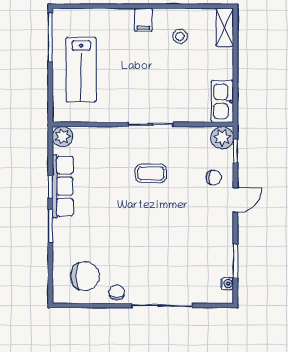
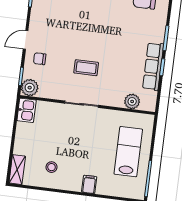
filing cabinet: (143, 20) -> (89, 184), moved
kitchen sink: (222, 101) -> (27, 110), width x0.73
plant: (62, 137) -> (132, 101), moved

